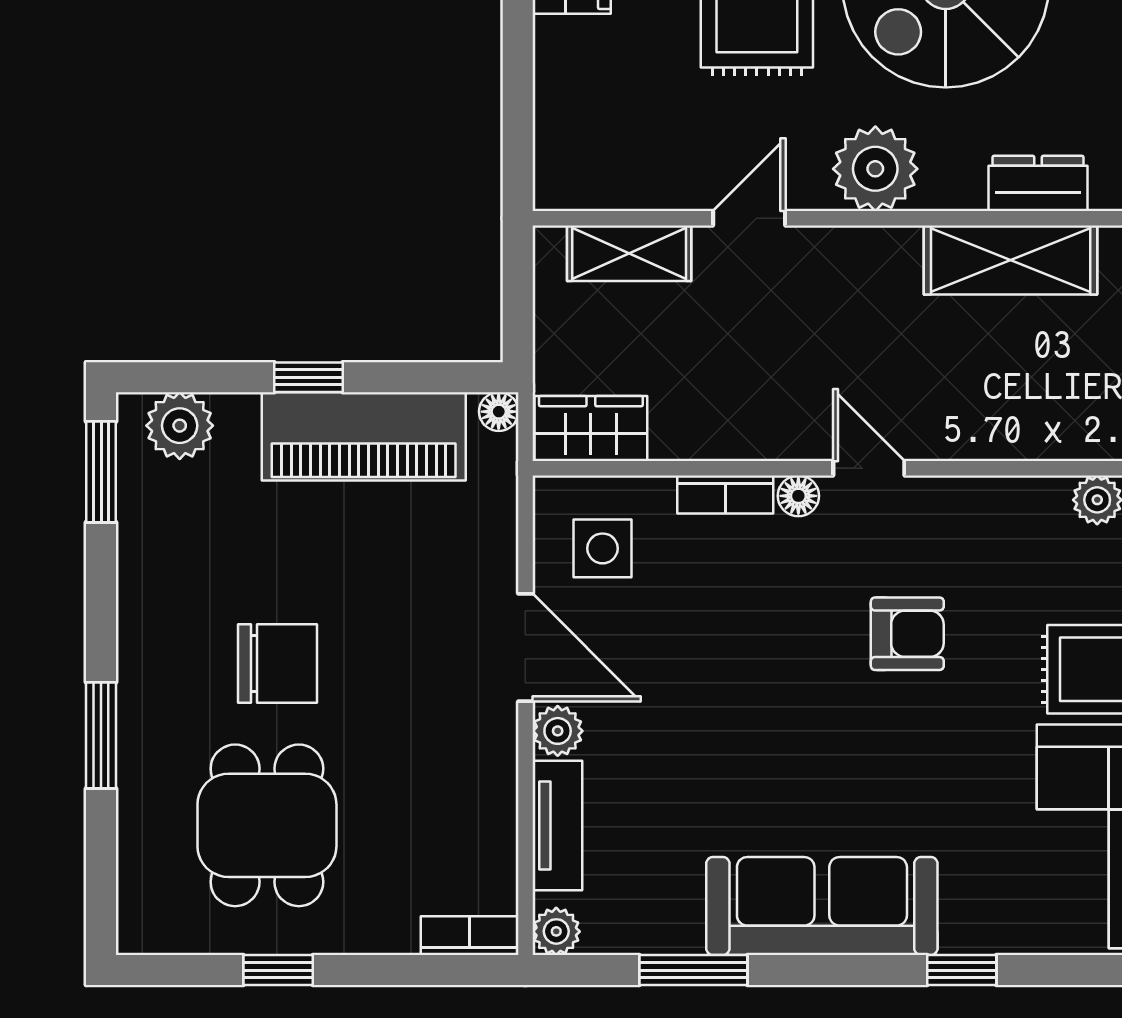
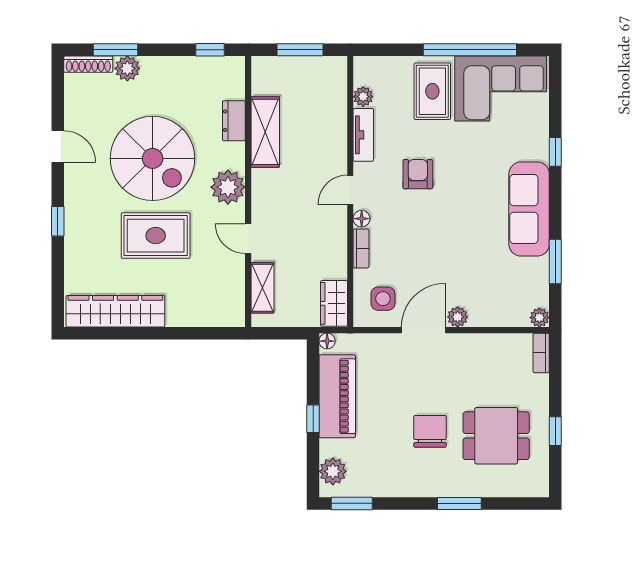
tv unit: (557, 826) -> (363, 135), moved, turned 90

